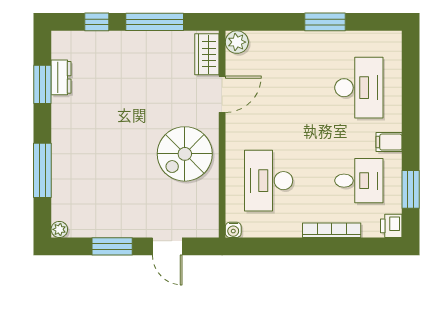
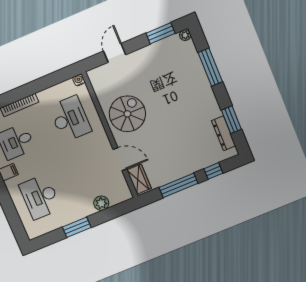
plant: (237, 42) -> (101, 203), moved
dresser: (61, 77) -> (224, 133), width x1.44
door: (222, 94) -> (120, 159), swing flipped
window: (112, 246) -> (161, 33), moved
door: (167, 246) -> (115, 53), hinge flipped

